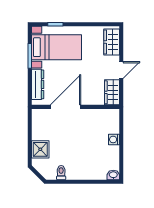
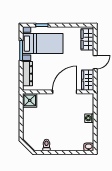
door: (66, 107) -> (65, 92), moved
shower: (40, 149) -> (30, 100), moved

